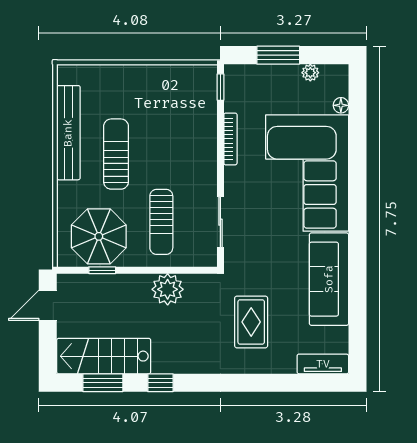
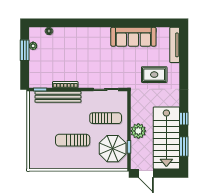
window: (278, 55) -> (25, 50), moved
bench: (68, 133) -> (58, 97), moved
corner sofa: (307, 173) -> (82, 47), removed
plant: (168, 289) -> (138, 131), moved
stairs: (104, 356) -> (166, 138), width x1.36, depth x1.51
tv unit: (323, 364) -> (175, 45), width x1.41

